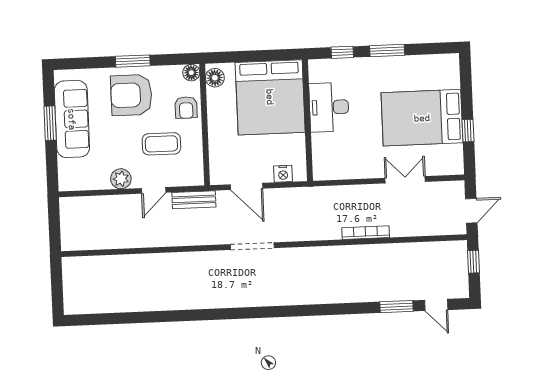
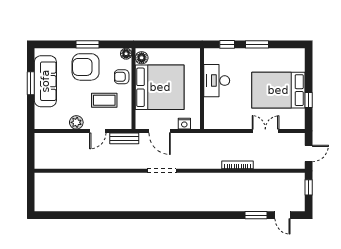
bed: (270, 97) -> (160, 87), moved, turned -90
armchair: (186, 107) -> (122, 77), turned 90

